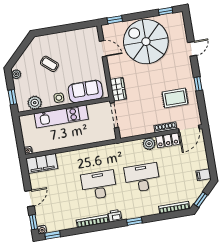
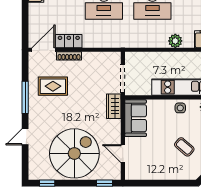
spiral stairs: (146, 42) -> (74, 153), turned -90
window: (198, 84) -> (25, 97), width x2.17
sofa: (86, 91) -> (136, 118), moved, turned -90
plant: (149, 144) -> (175, 41), moved

